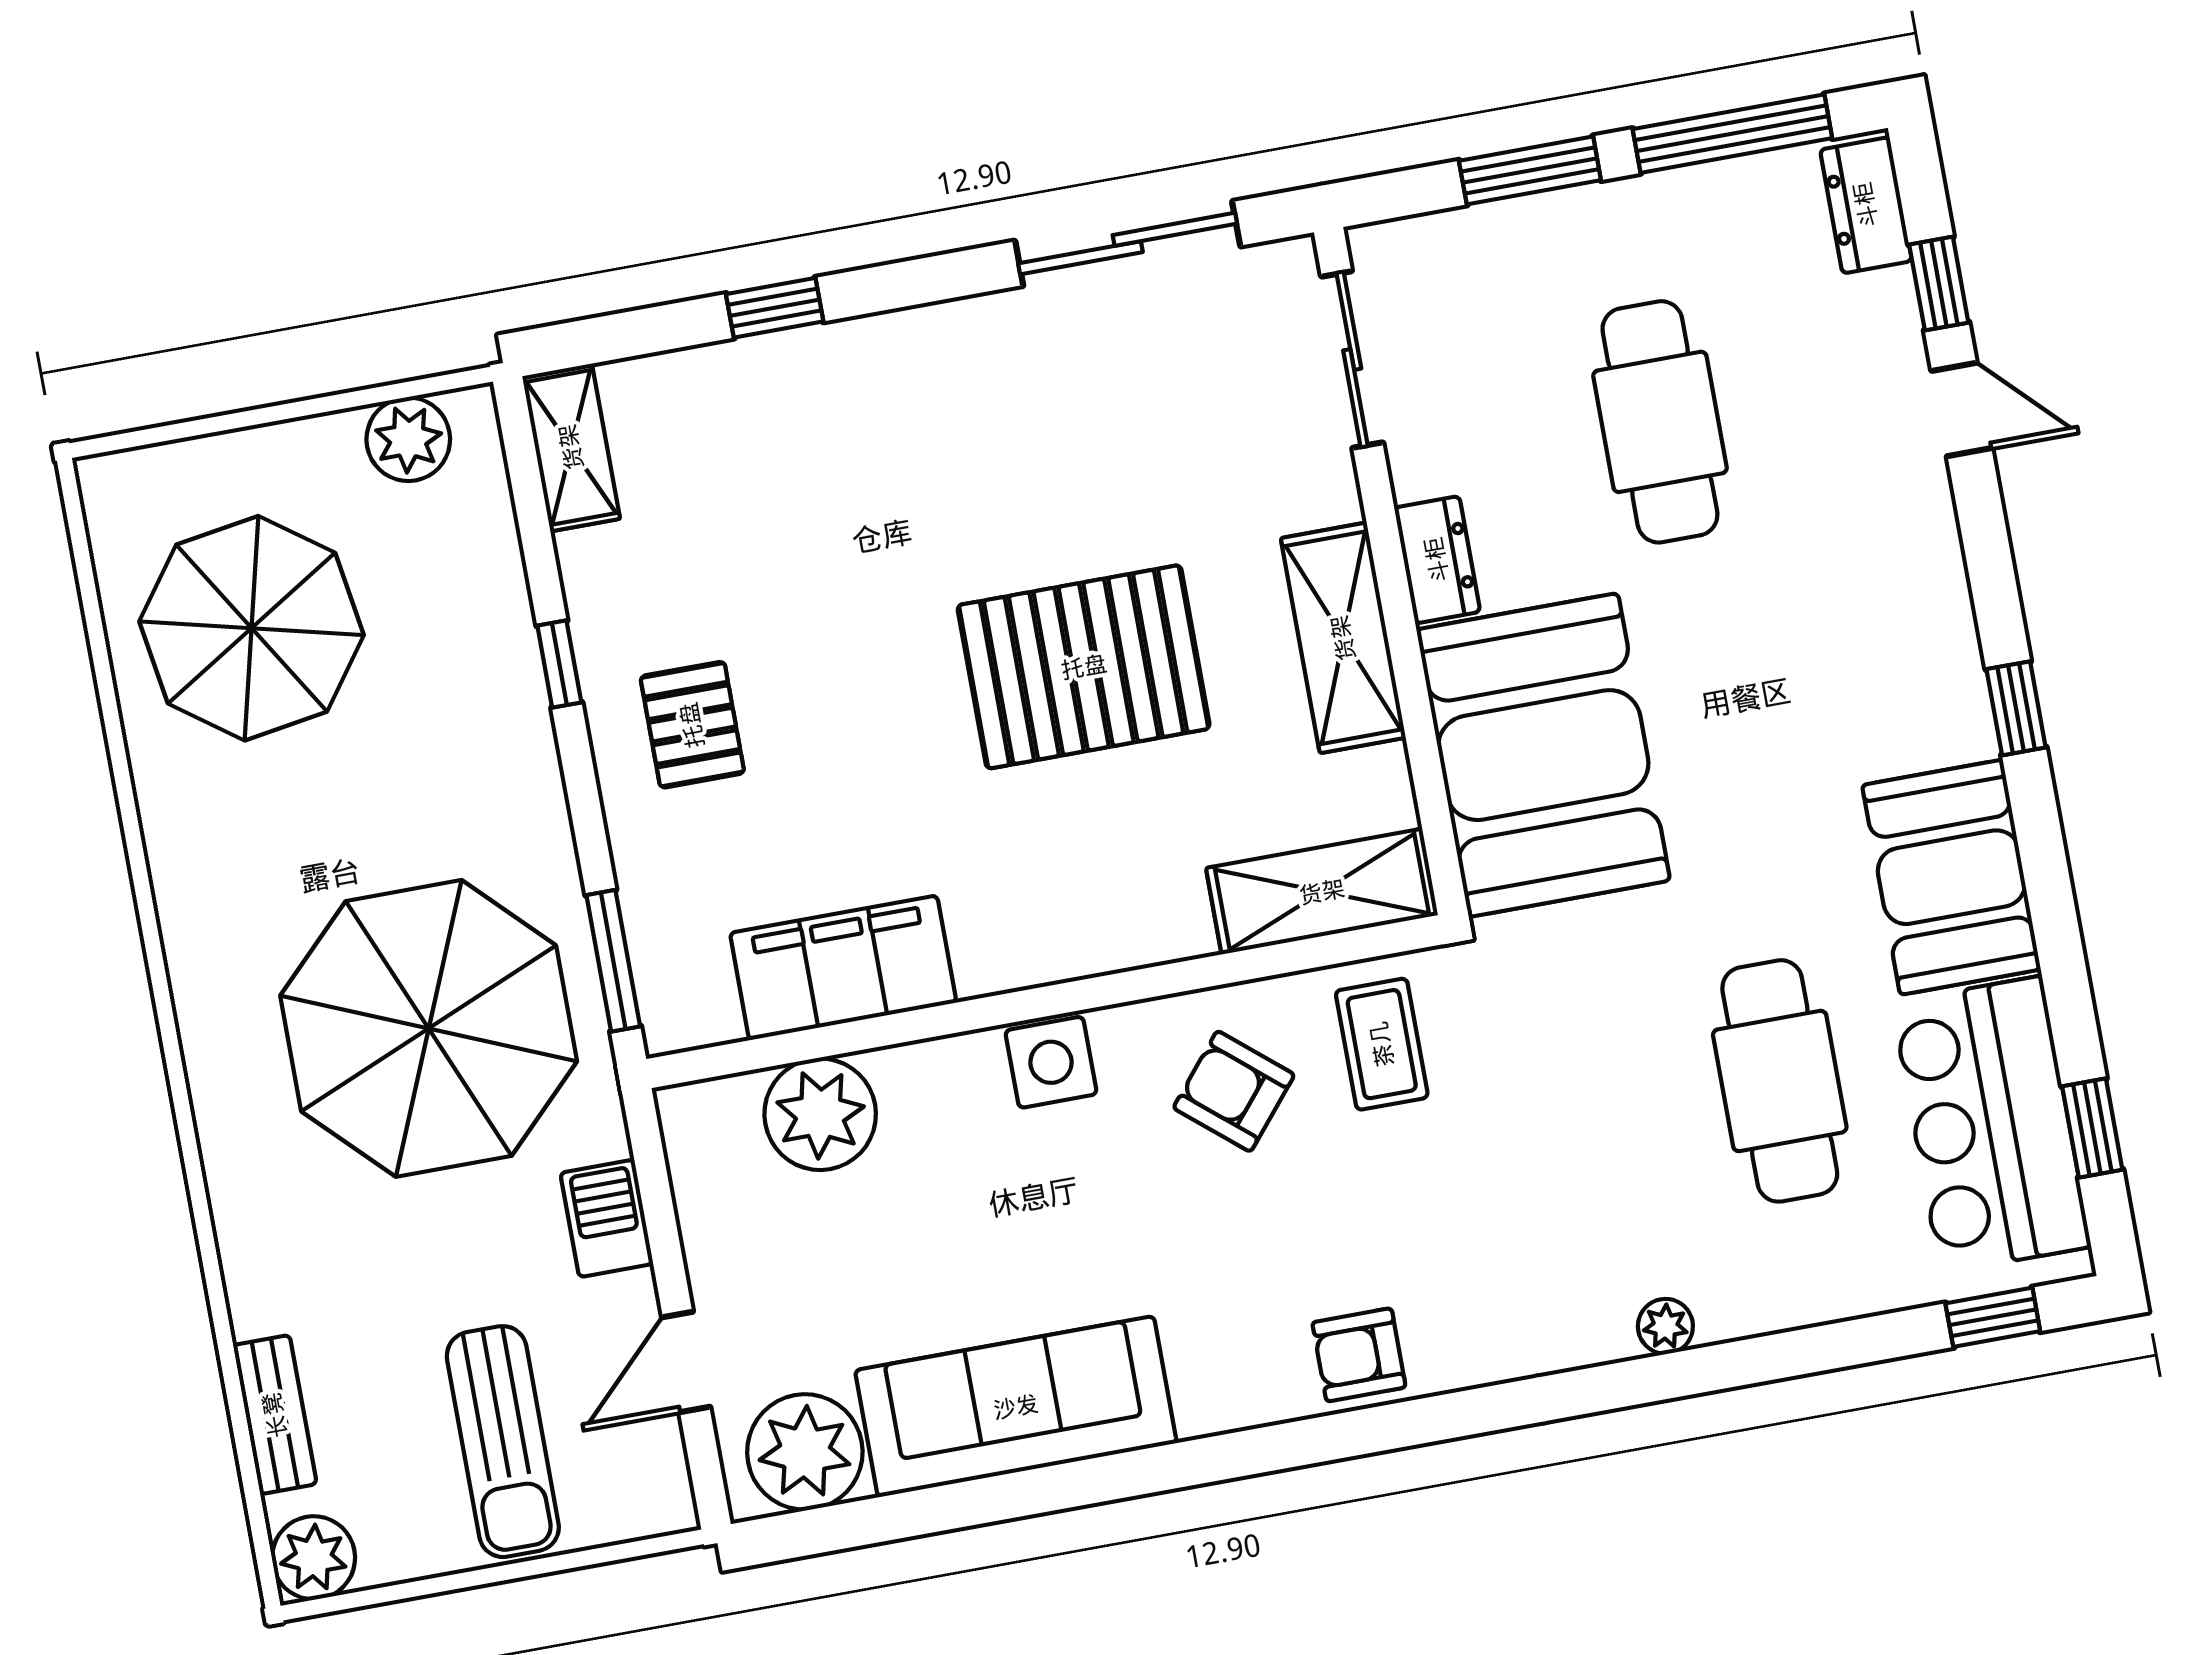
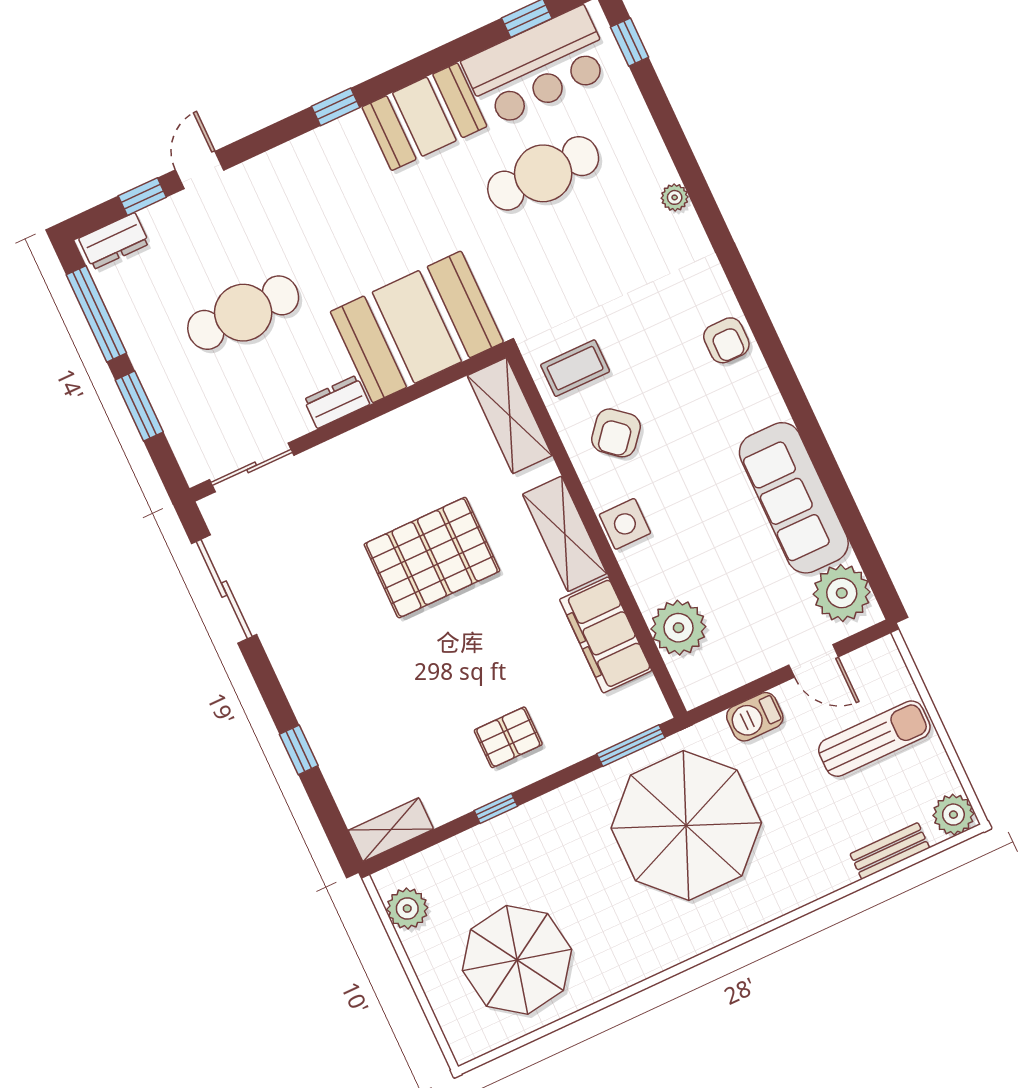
shelving: (1343, 638) -> (565, 534), moved, turned 90
pallet: (1084, 667) -> (432, 558), turned 90

